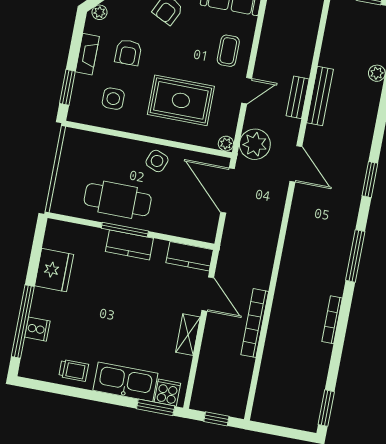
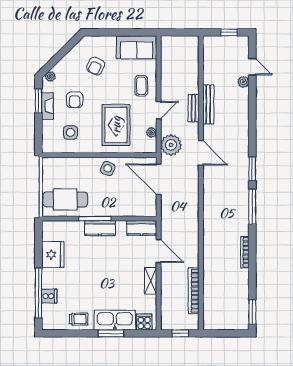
window: (67, 87) -> (38, 101), moved
rug: (181, 100) -> (116, 125), turned 90
plant: (226, 144) -> (151, 132), moved
window: (370, 180) -> (252, 169), moved
cafe table: (118, 200) -> (65, 199), moved
bookcase: (255, 323) -> (194, 291), moved
window: (156, 407) -> (111, 333), moved

